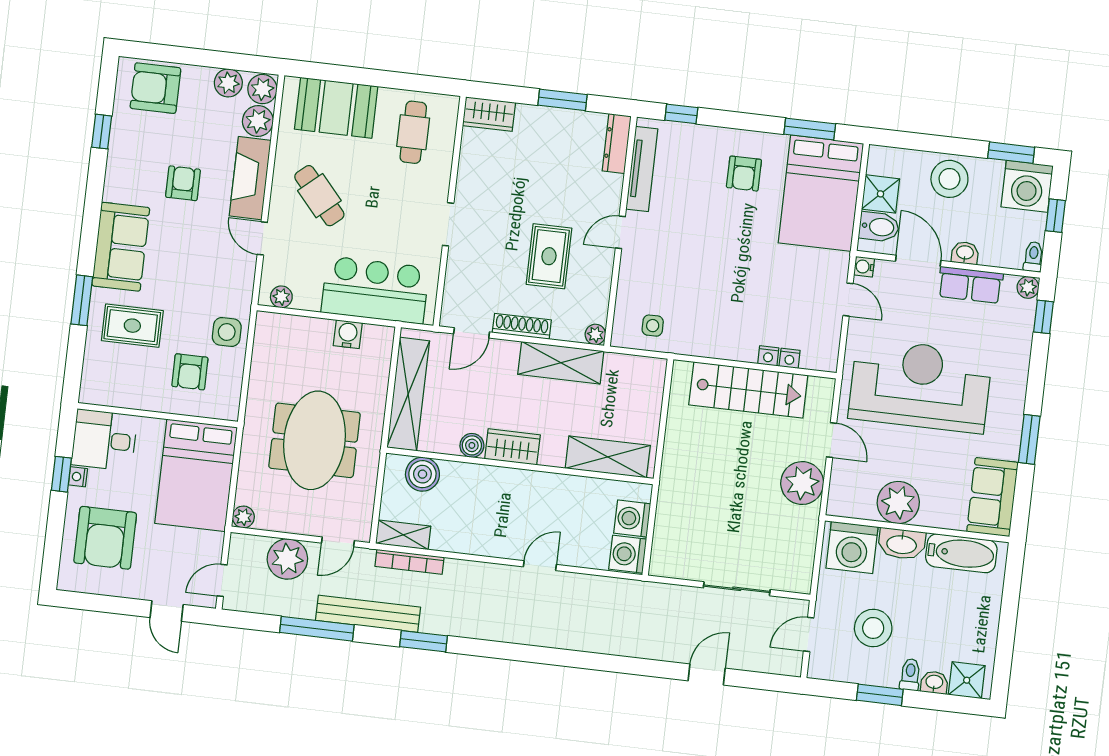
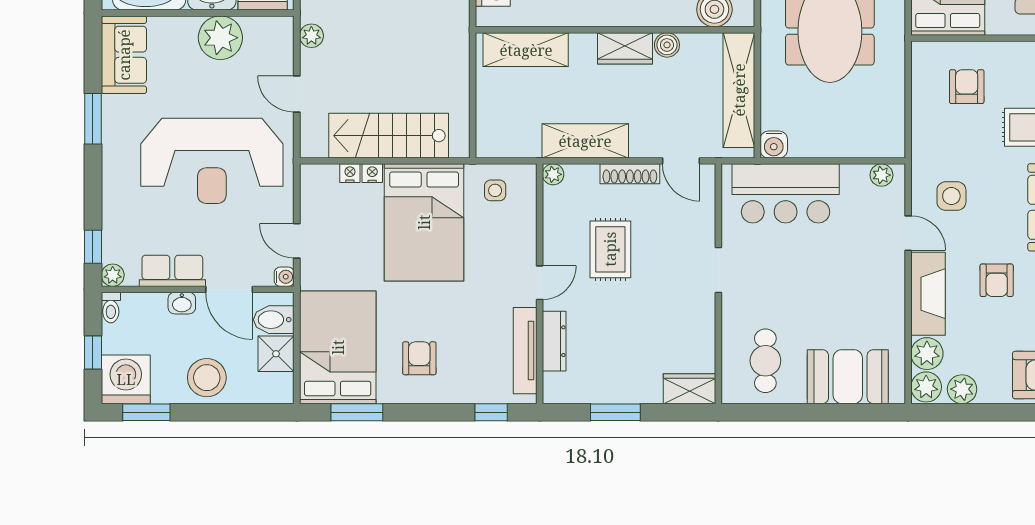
dresser: (617, 144) -> (554, 341), moved
cafe table: (319, 196) -> (854, 284), removed
bed: (724, 303) -> (424, 222), added
side table: (227, 332) -> (951, 196), moved
door: (472, 333) -> (681, 161), swing flipped
water cooler: (348, 334) -> (774, 145), moved
plant: (802, 483) -> (311, 36), width x0.53, depth x0.53

